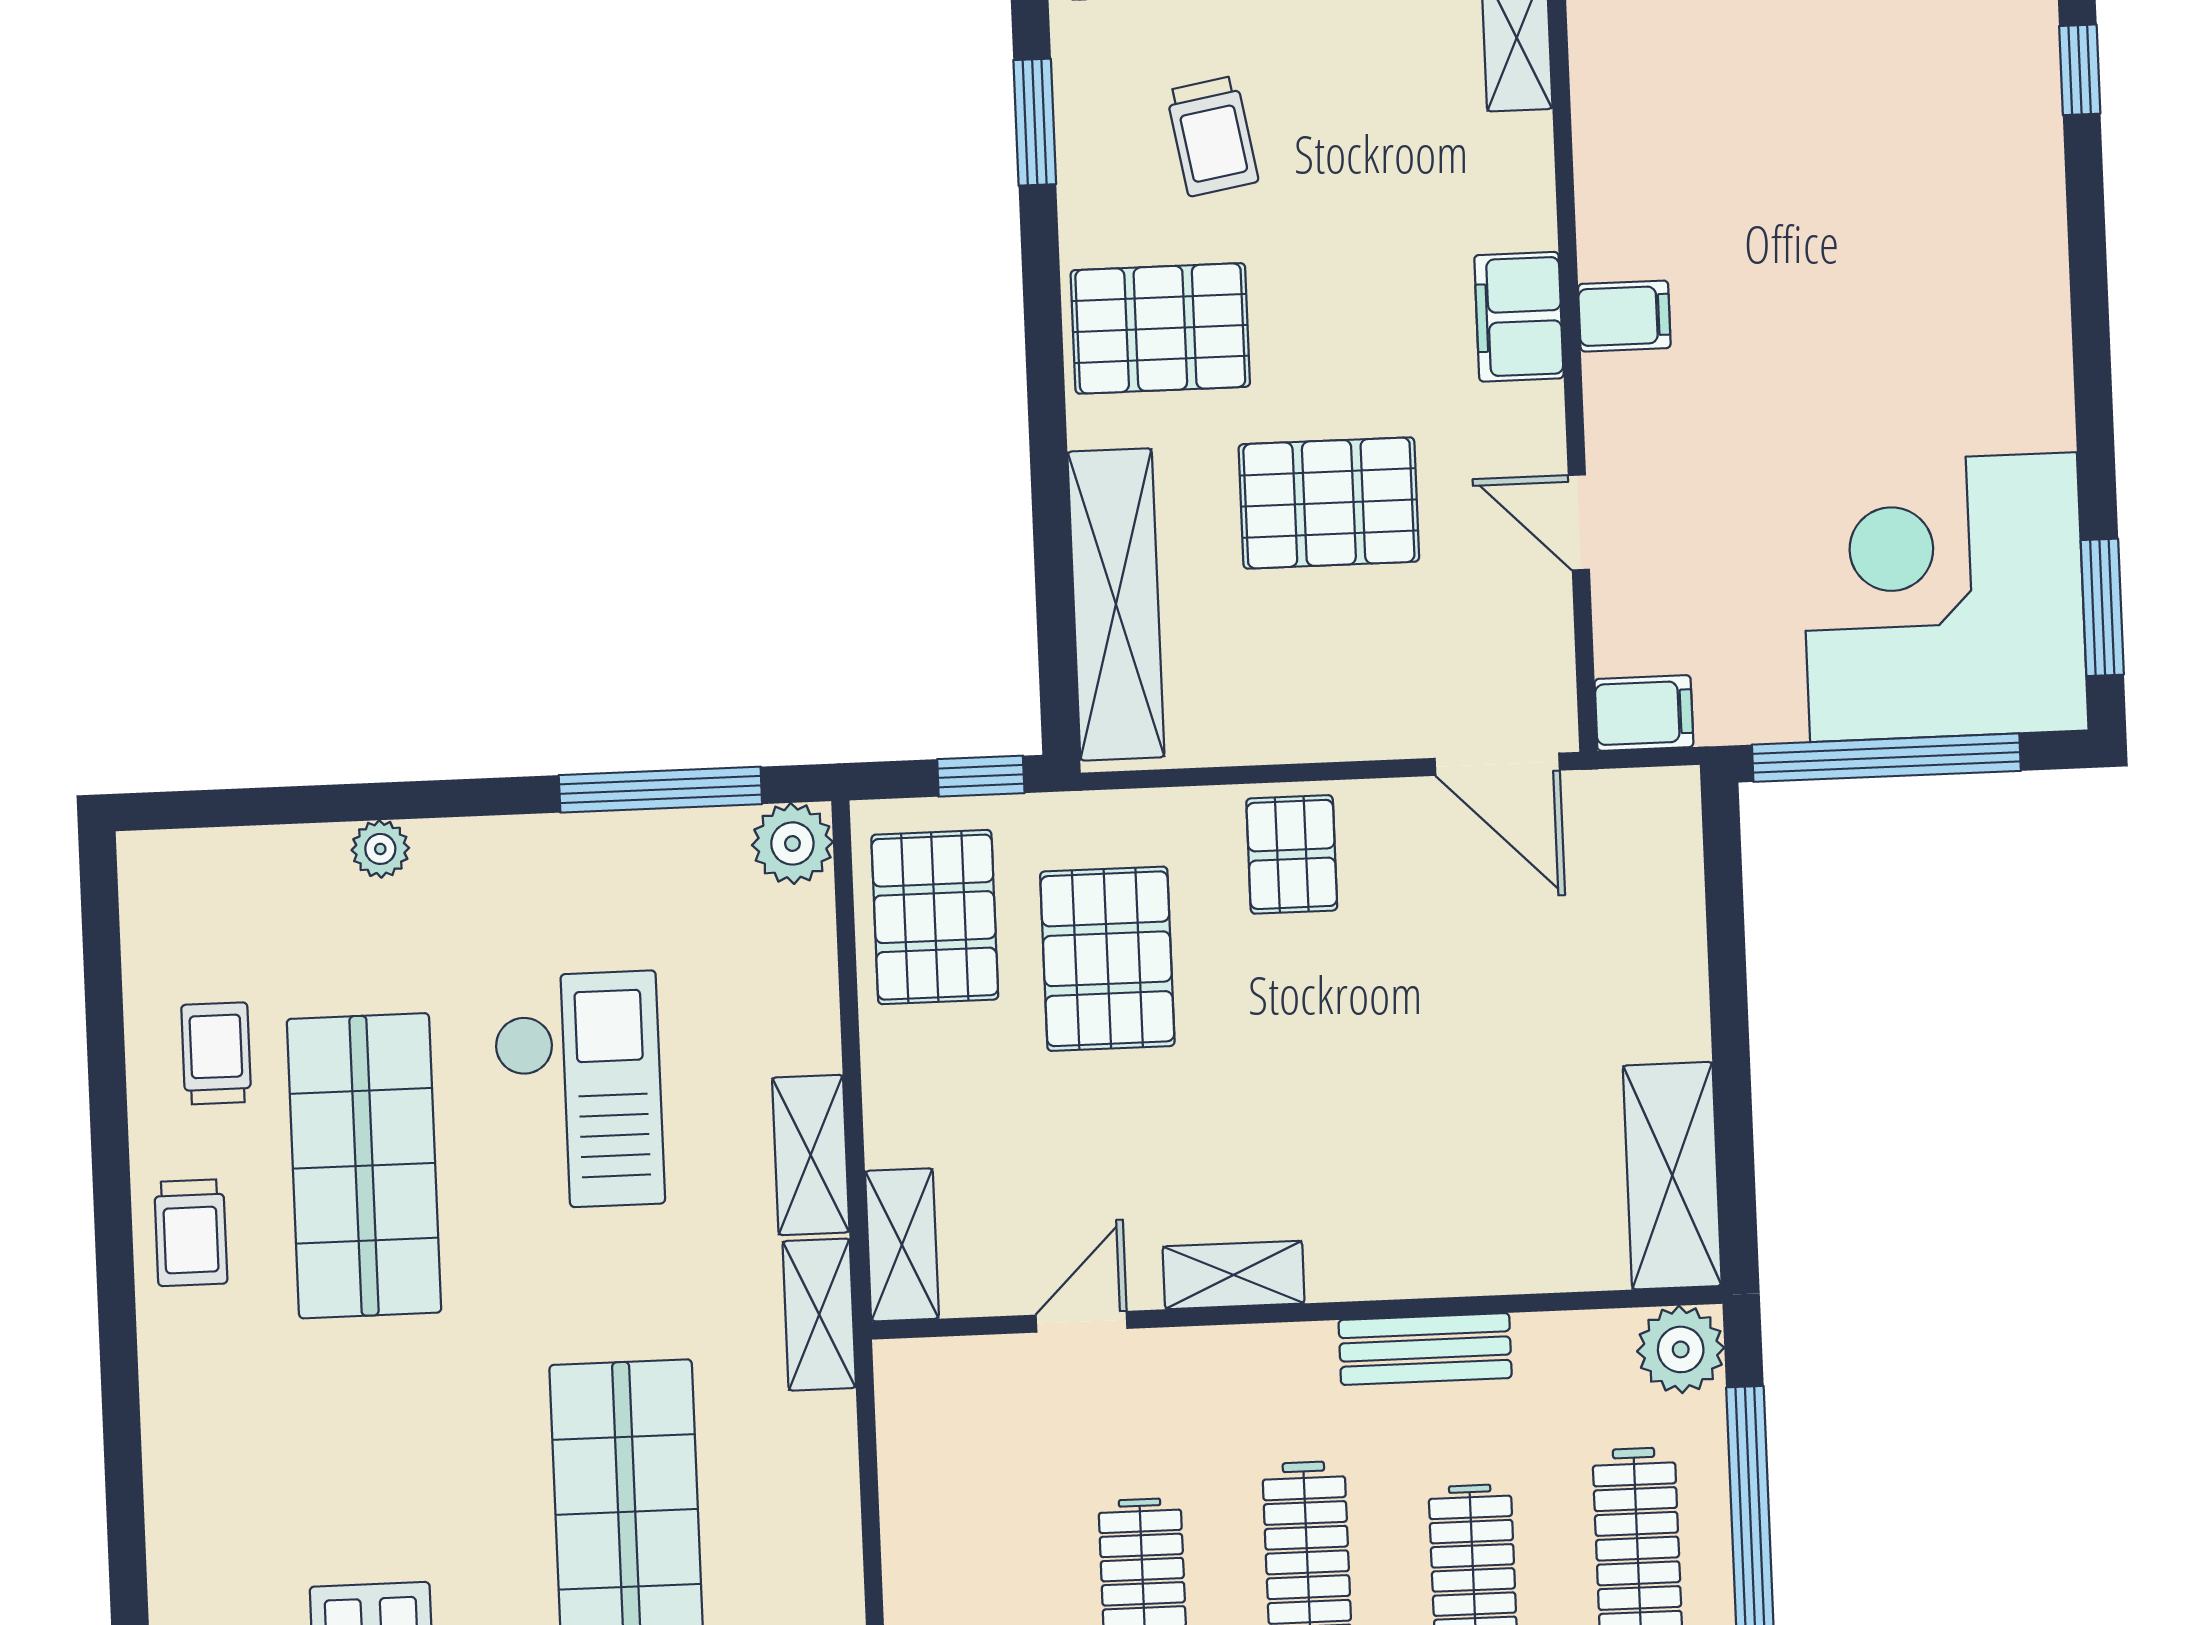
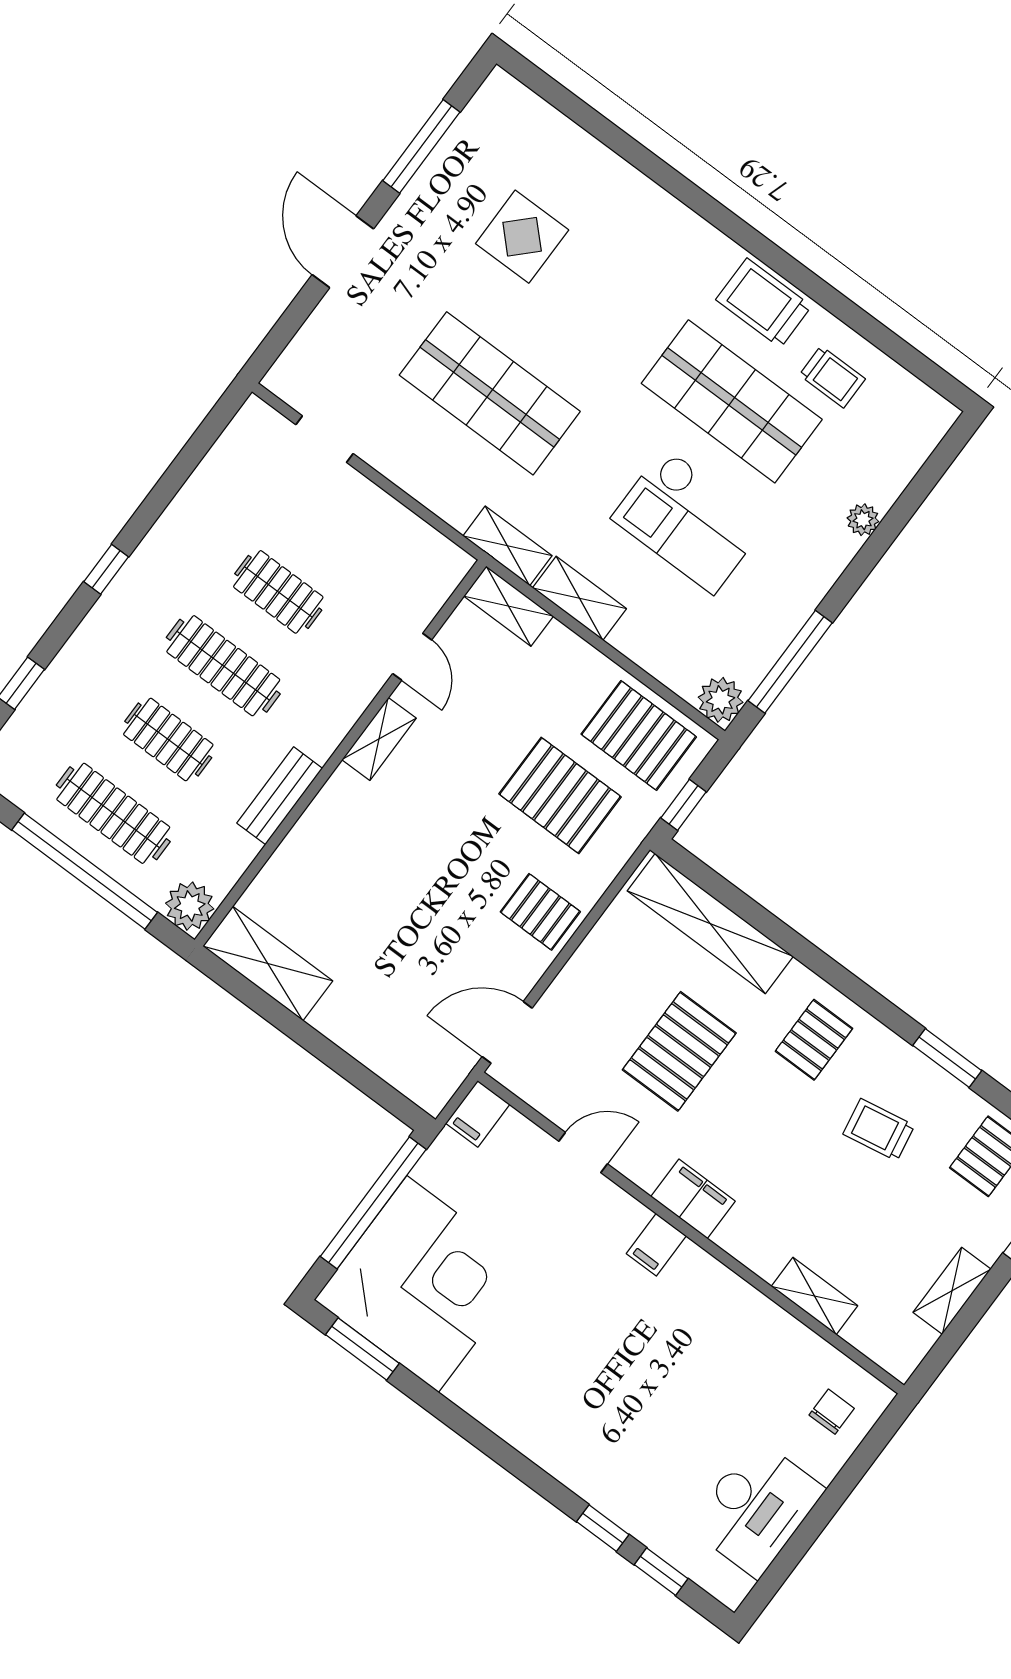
pallet: (1160, 328) -> (814, 1040), width x0.67, depth x0.71
trolley: (191, 1233) -> (764, 303), width x1.36, depth x1.39

